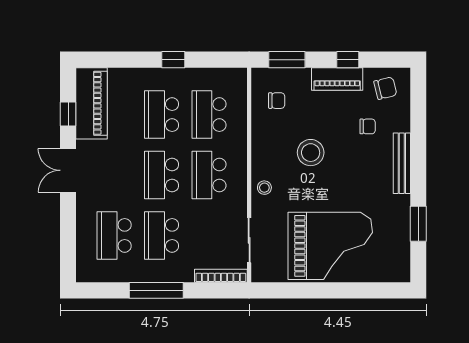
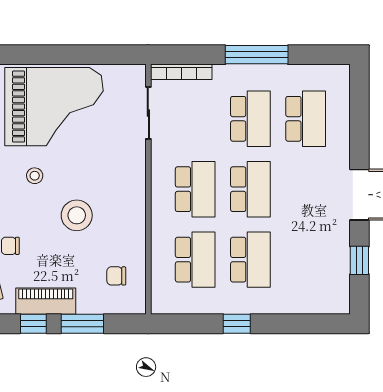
window: (287, 60) -> (82, 324), moved
piano: (92, 103) -> (332, 273), removed
stool: (264, 188) -> (35, 176), moved
grand piano: (330, 246) -> (54, 107), turned 180

